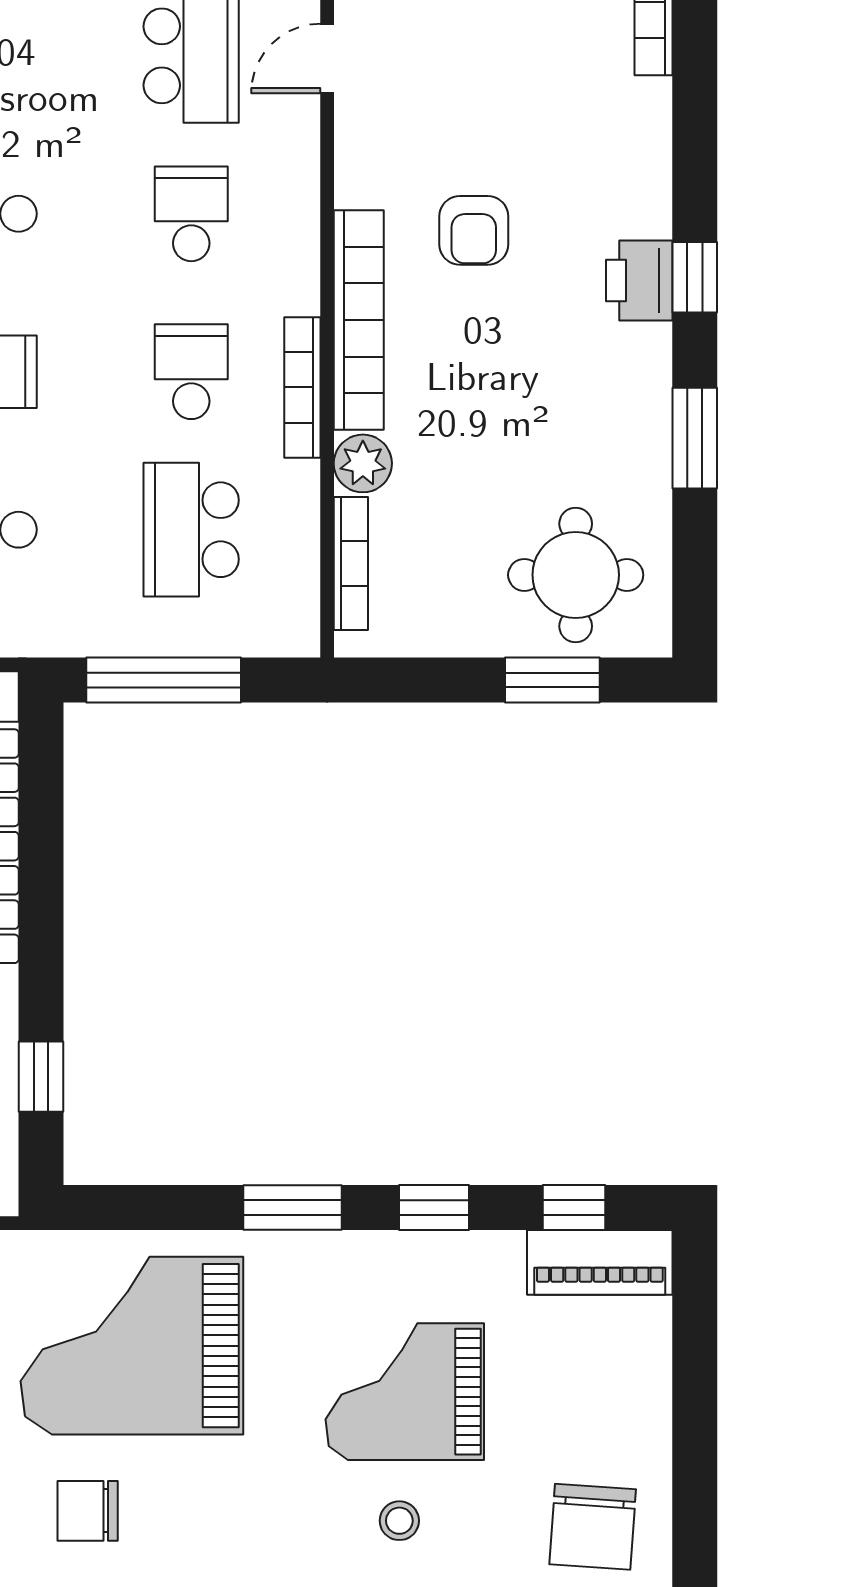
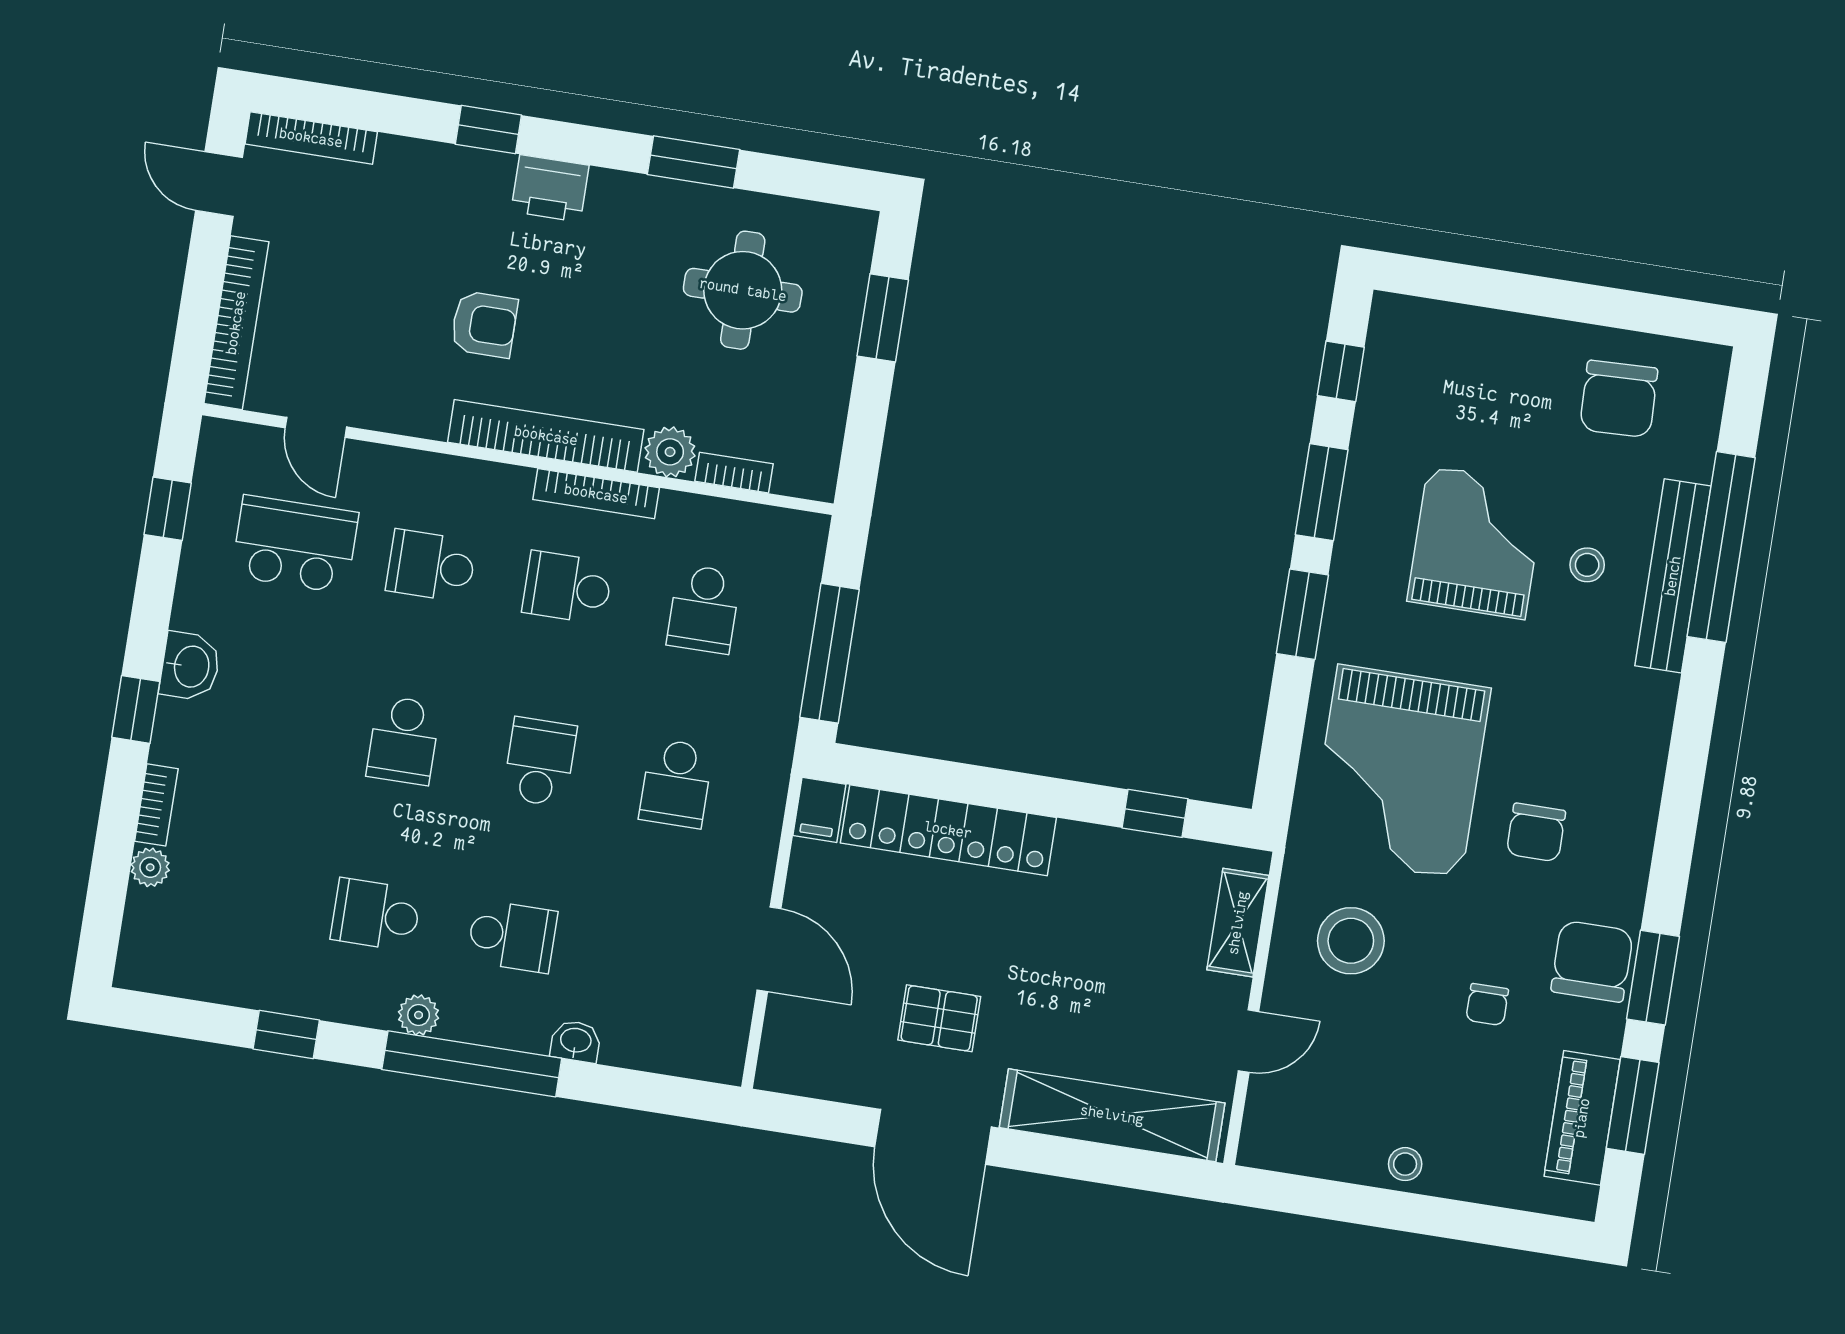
window: (695, 277) -> (488, 130), moved
school desk: (191, 530) -> (704, 609), width x0.54
bookcase: (351, 564) -> (734, 473), width x0.64
round table: (576, 575) -> (743, 290), moved
window: (434, 1208) -> (1322, 492), width x1.50
piano: (600, 1262) -> (1392, 357), removed
grand piano: (405, 1392) -> (1477, 543), turned 180
chair: (593, 1527) -> (1619, 399), turned 84

